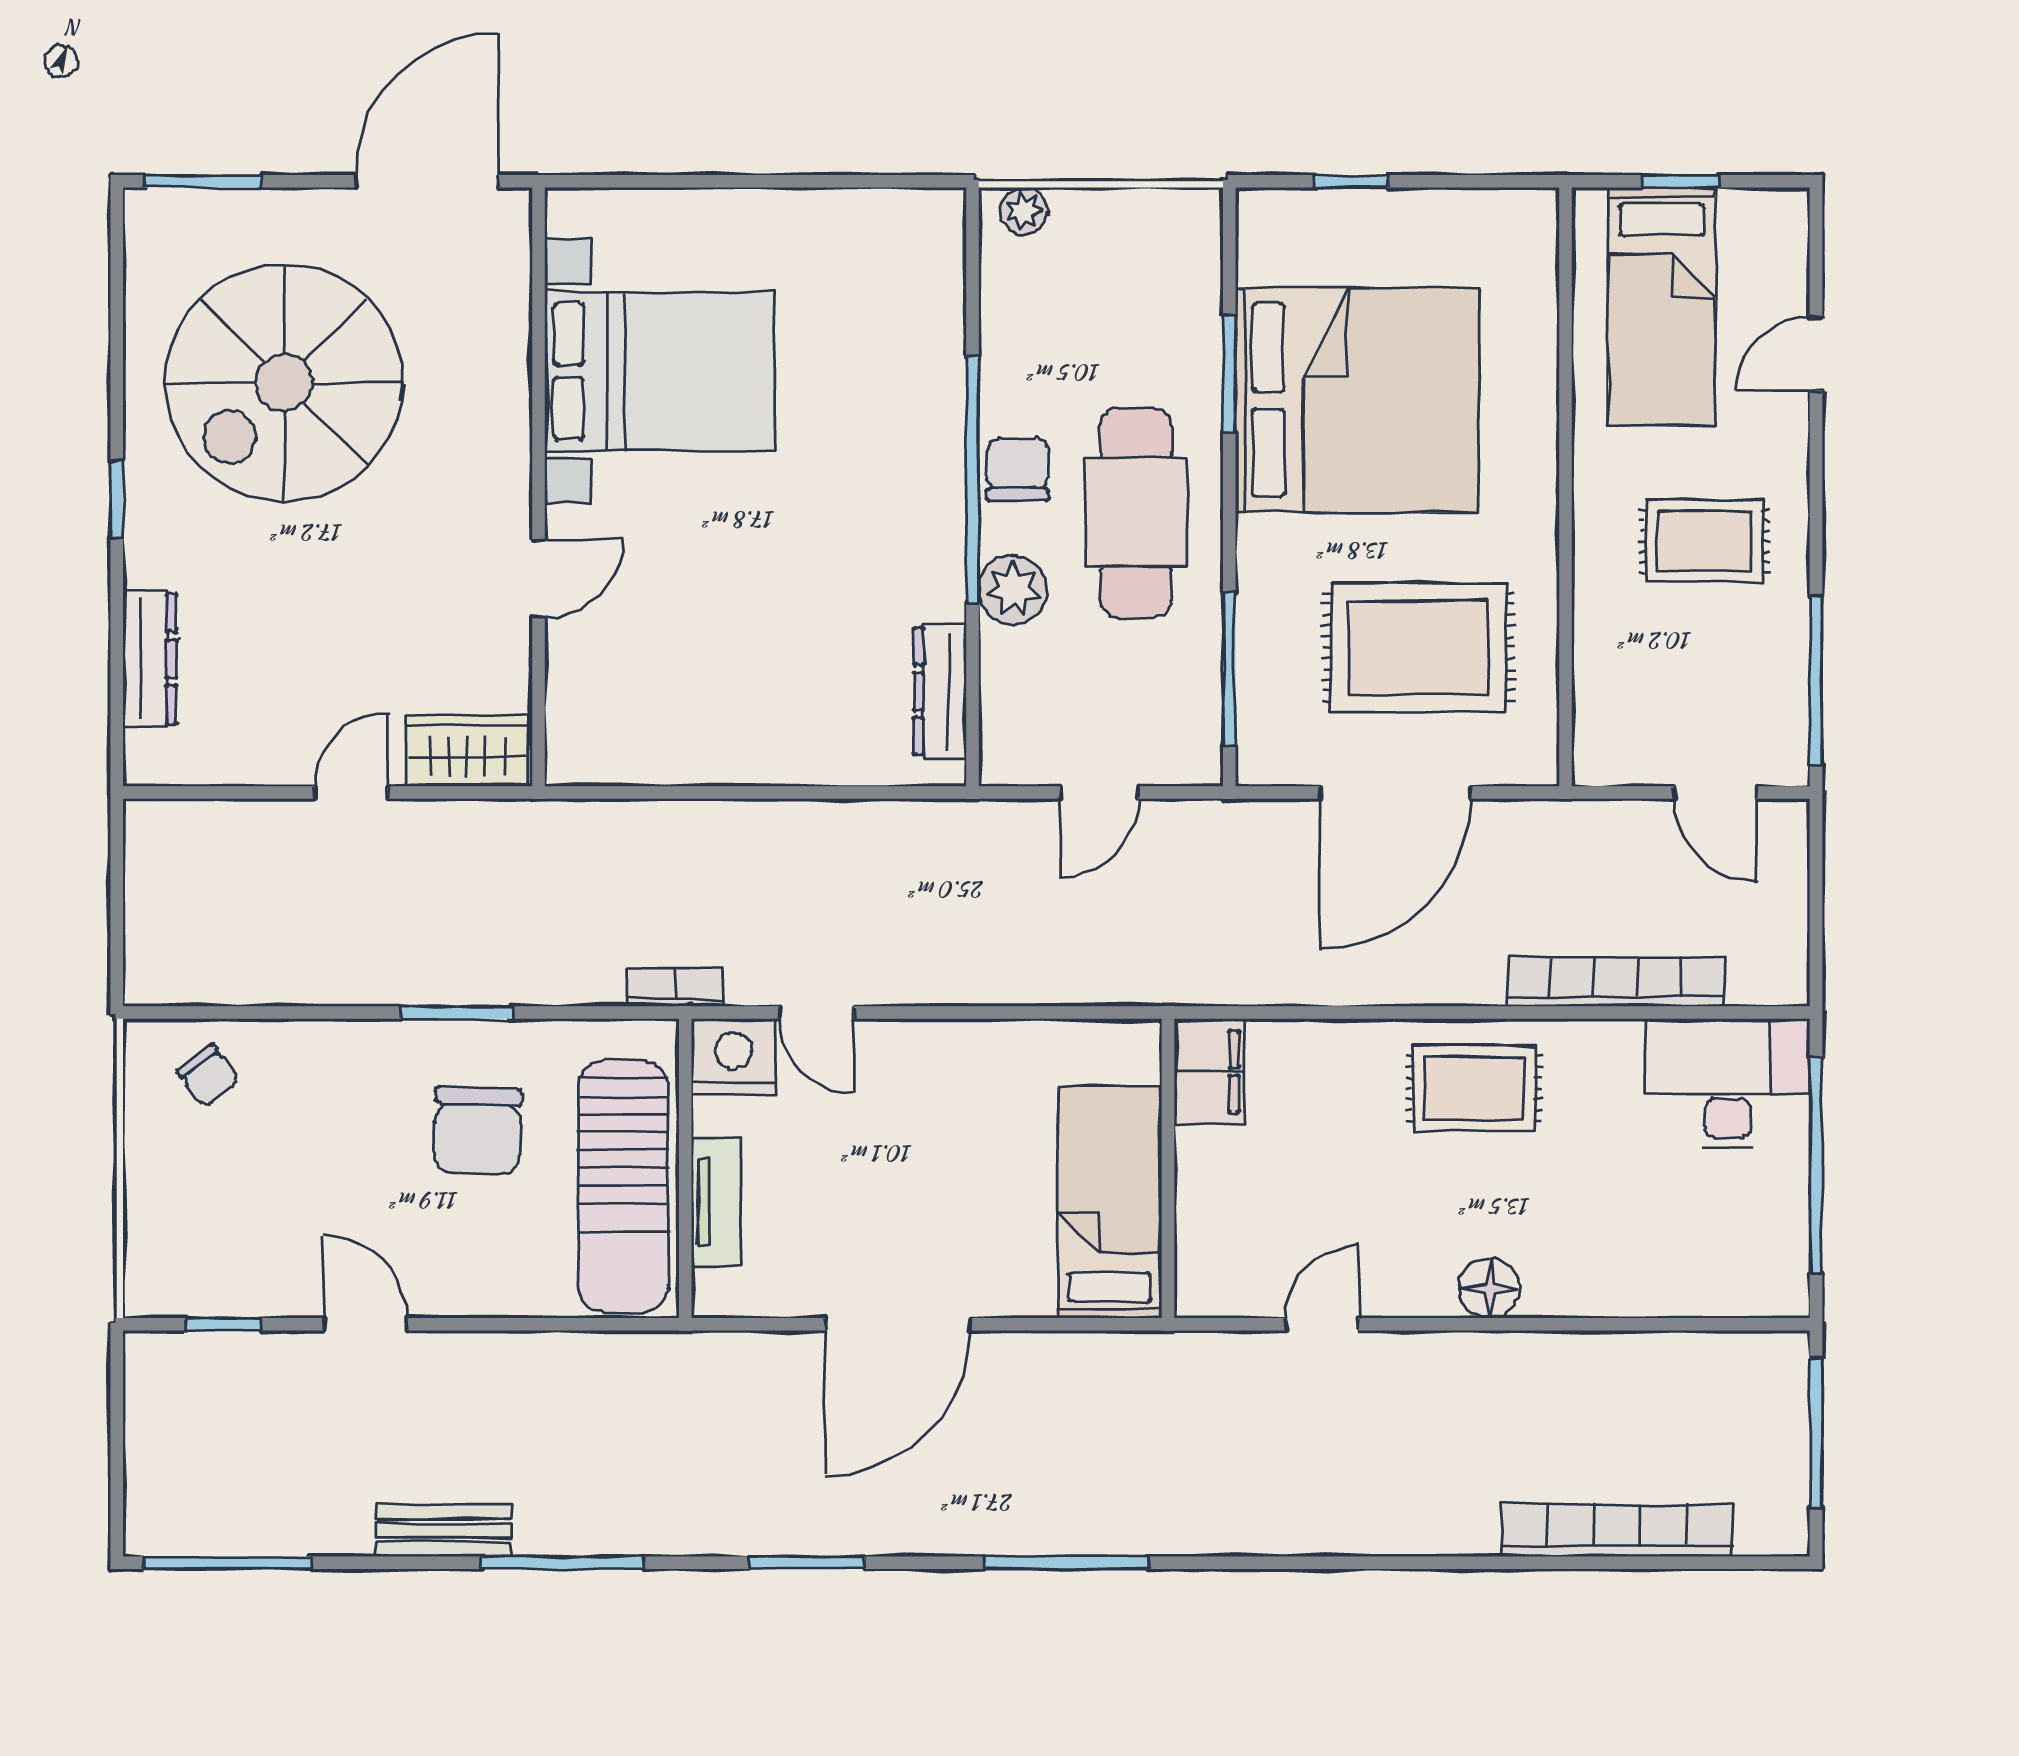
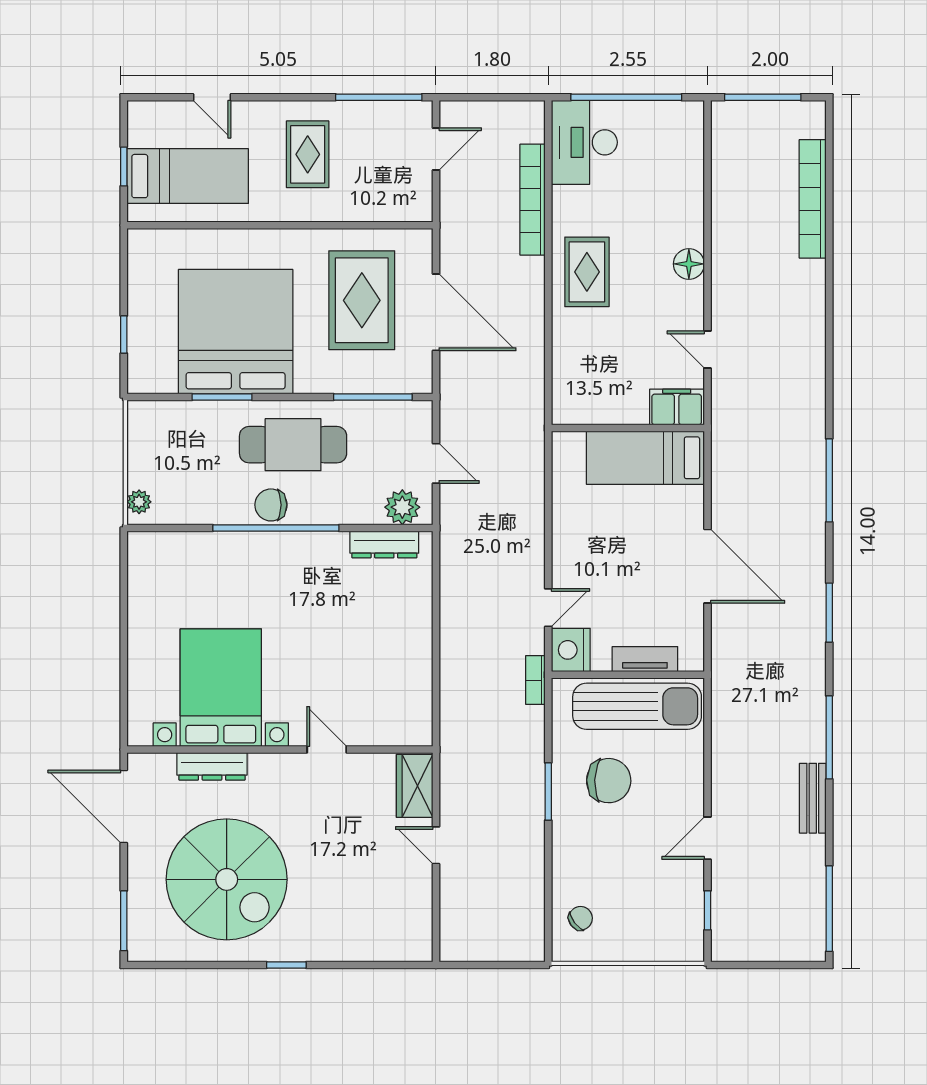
plant: (1013, 590) -> (402, 507), moved
dresser: (150, 659) -> (212, 766), moved, turned 180
filing cabinet: (1209, 1072) -> (677, 407), moved

